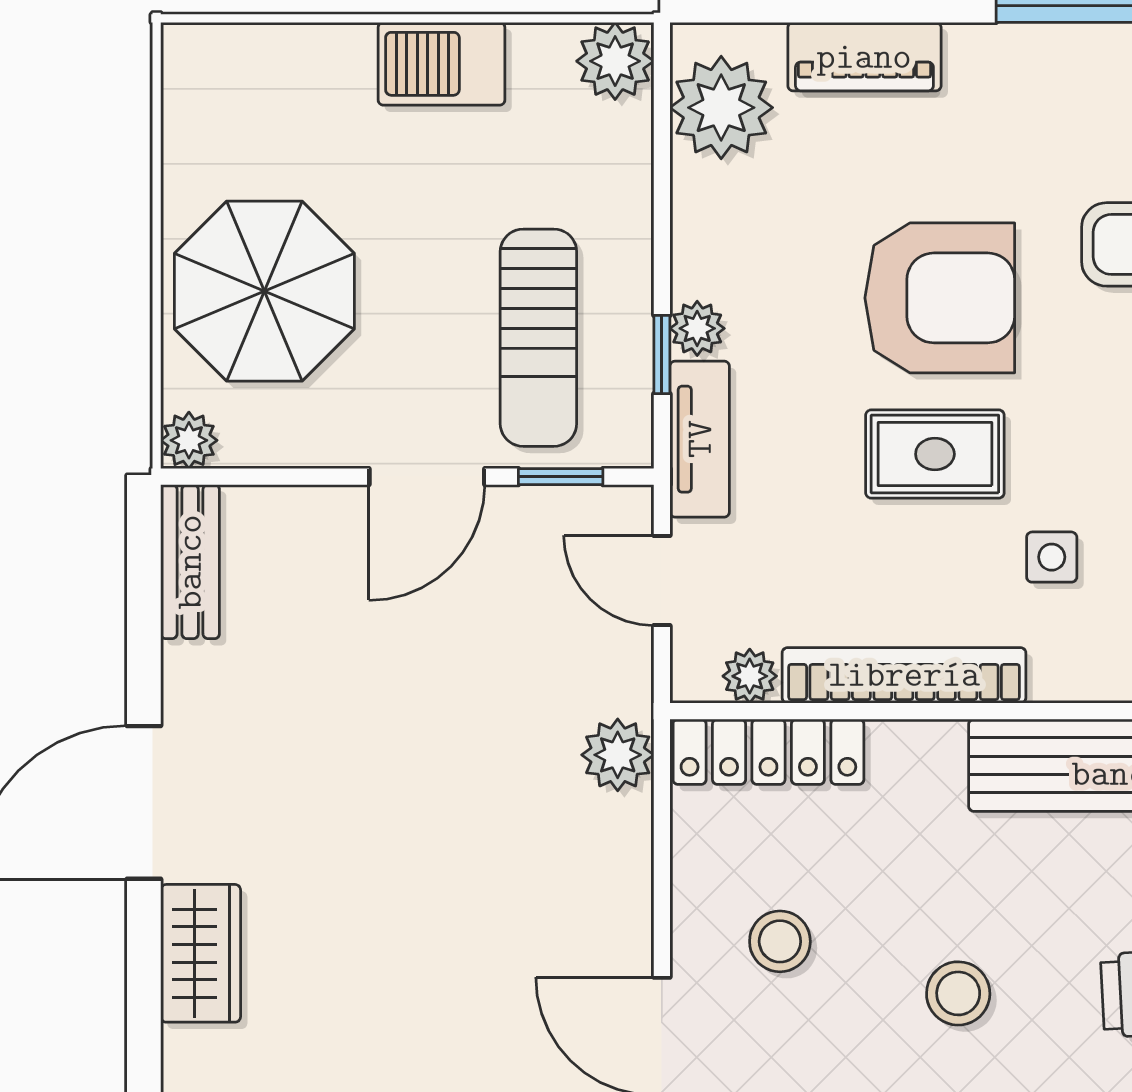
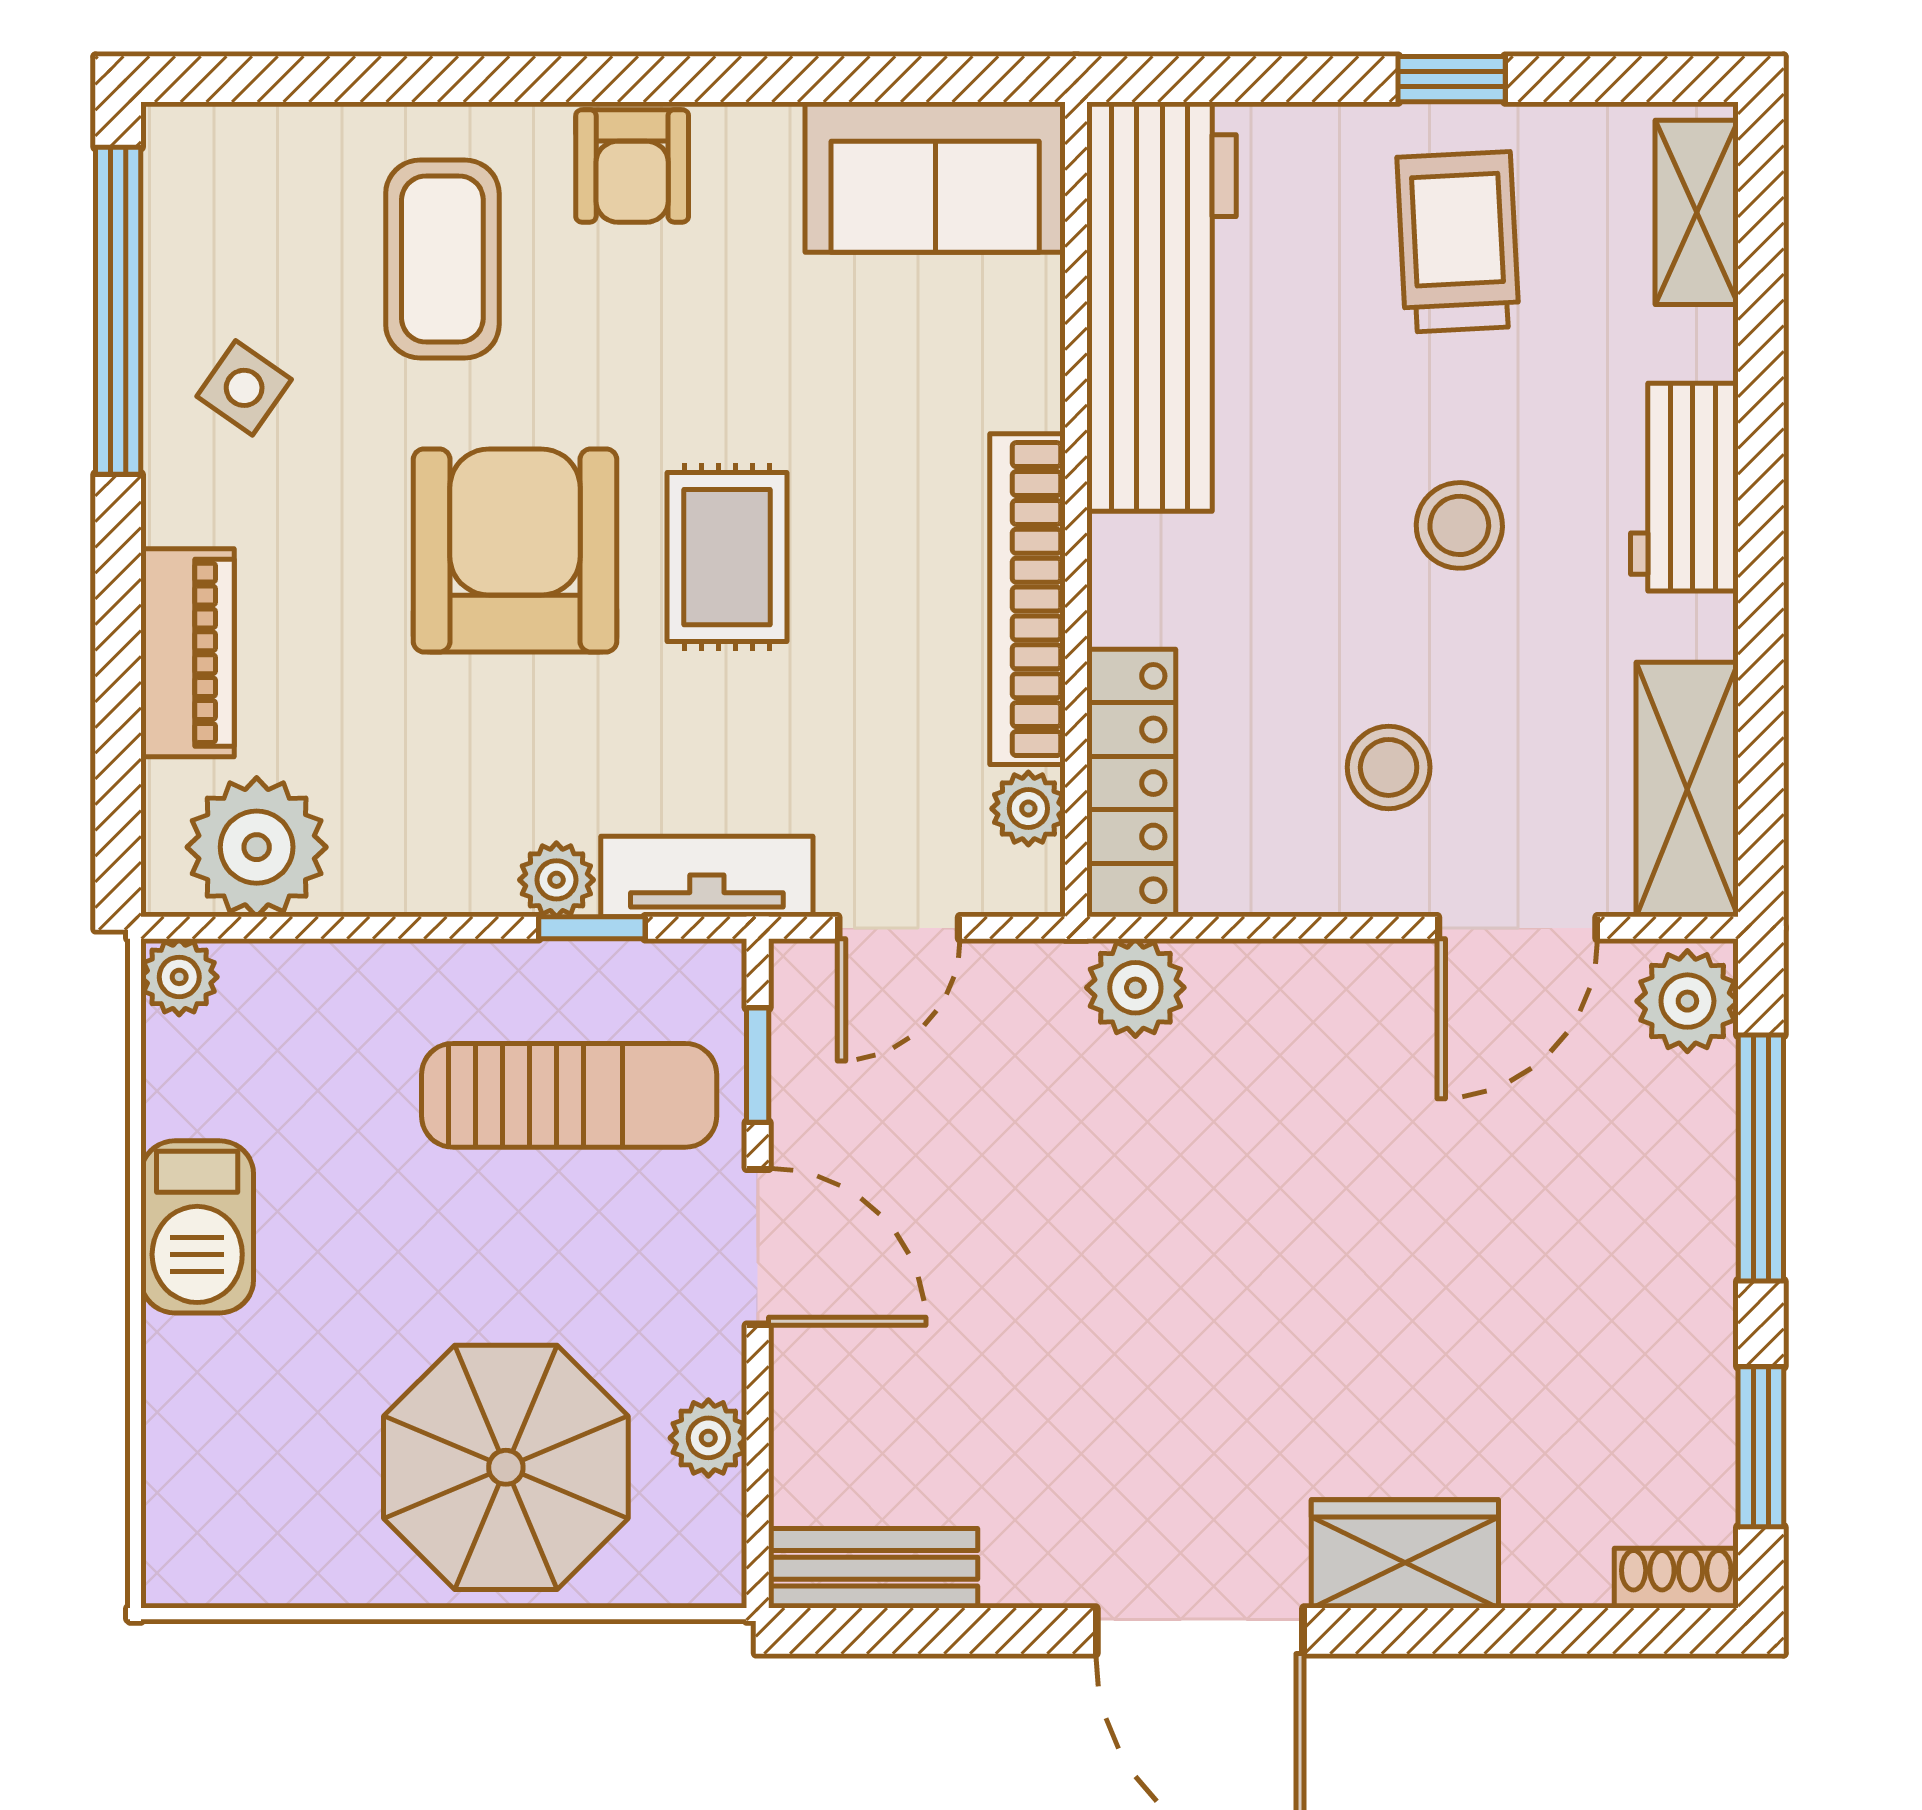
plant: (615, 61) -> (179, 977), width x0.73, depth x0.73
plant: (189, 440) -> (708, 1438), moved
side table: (1052, 557) -> (244, 388), moved, turned 35

